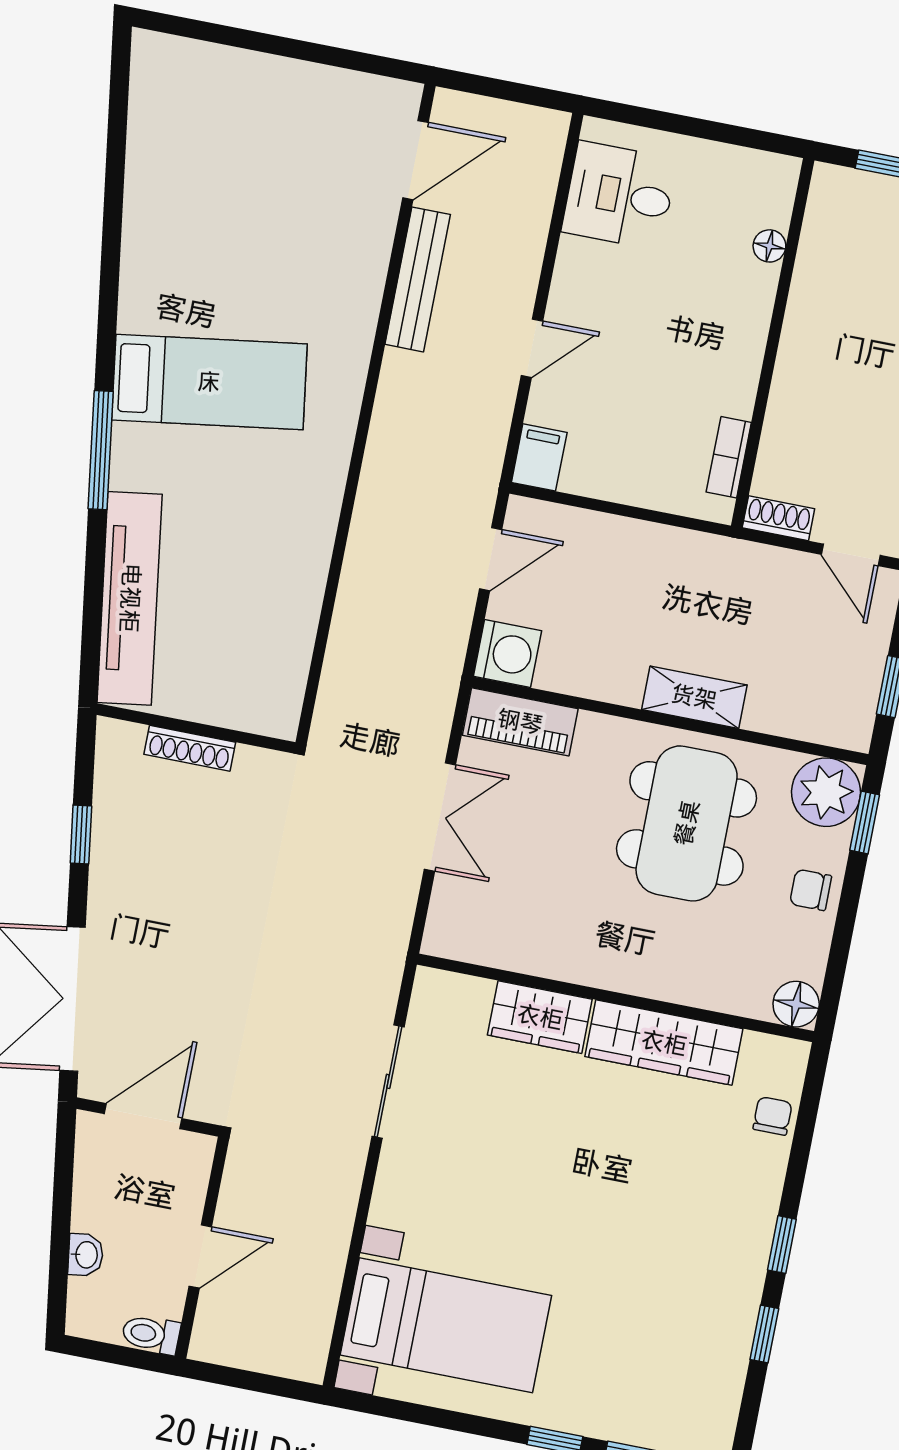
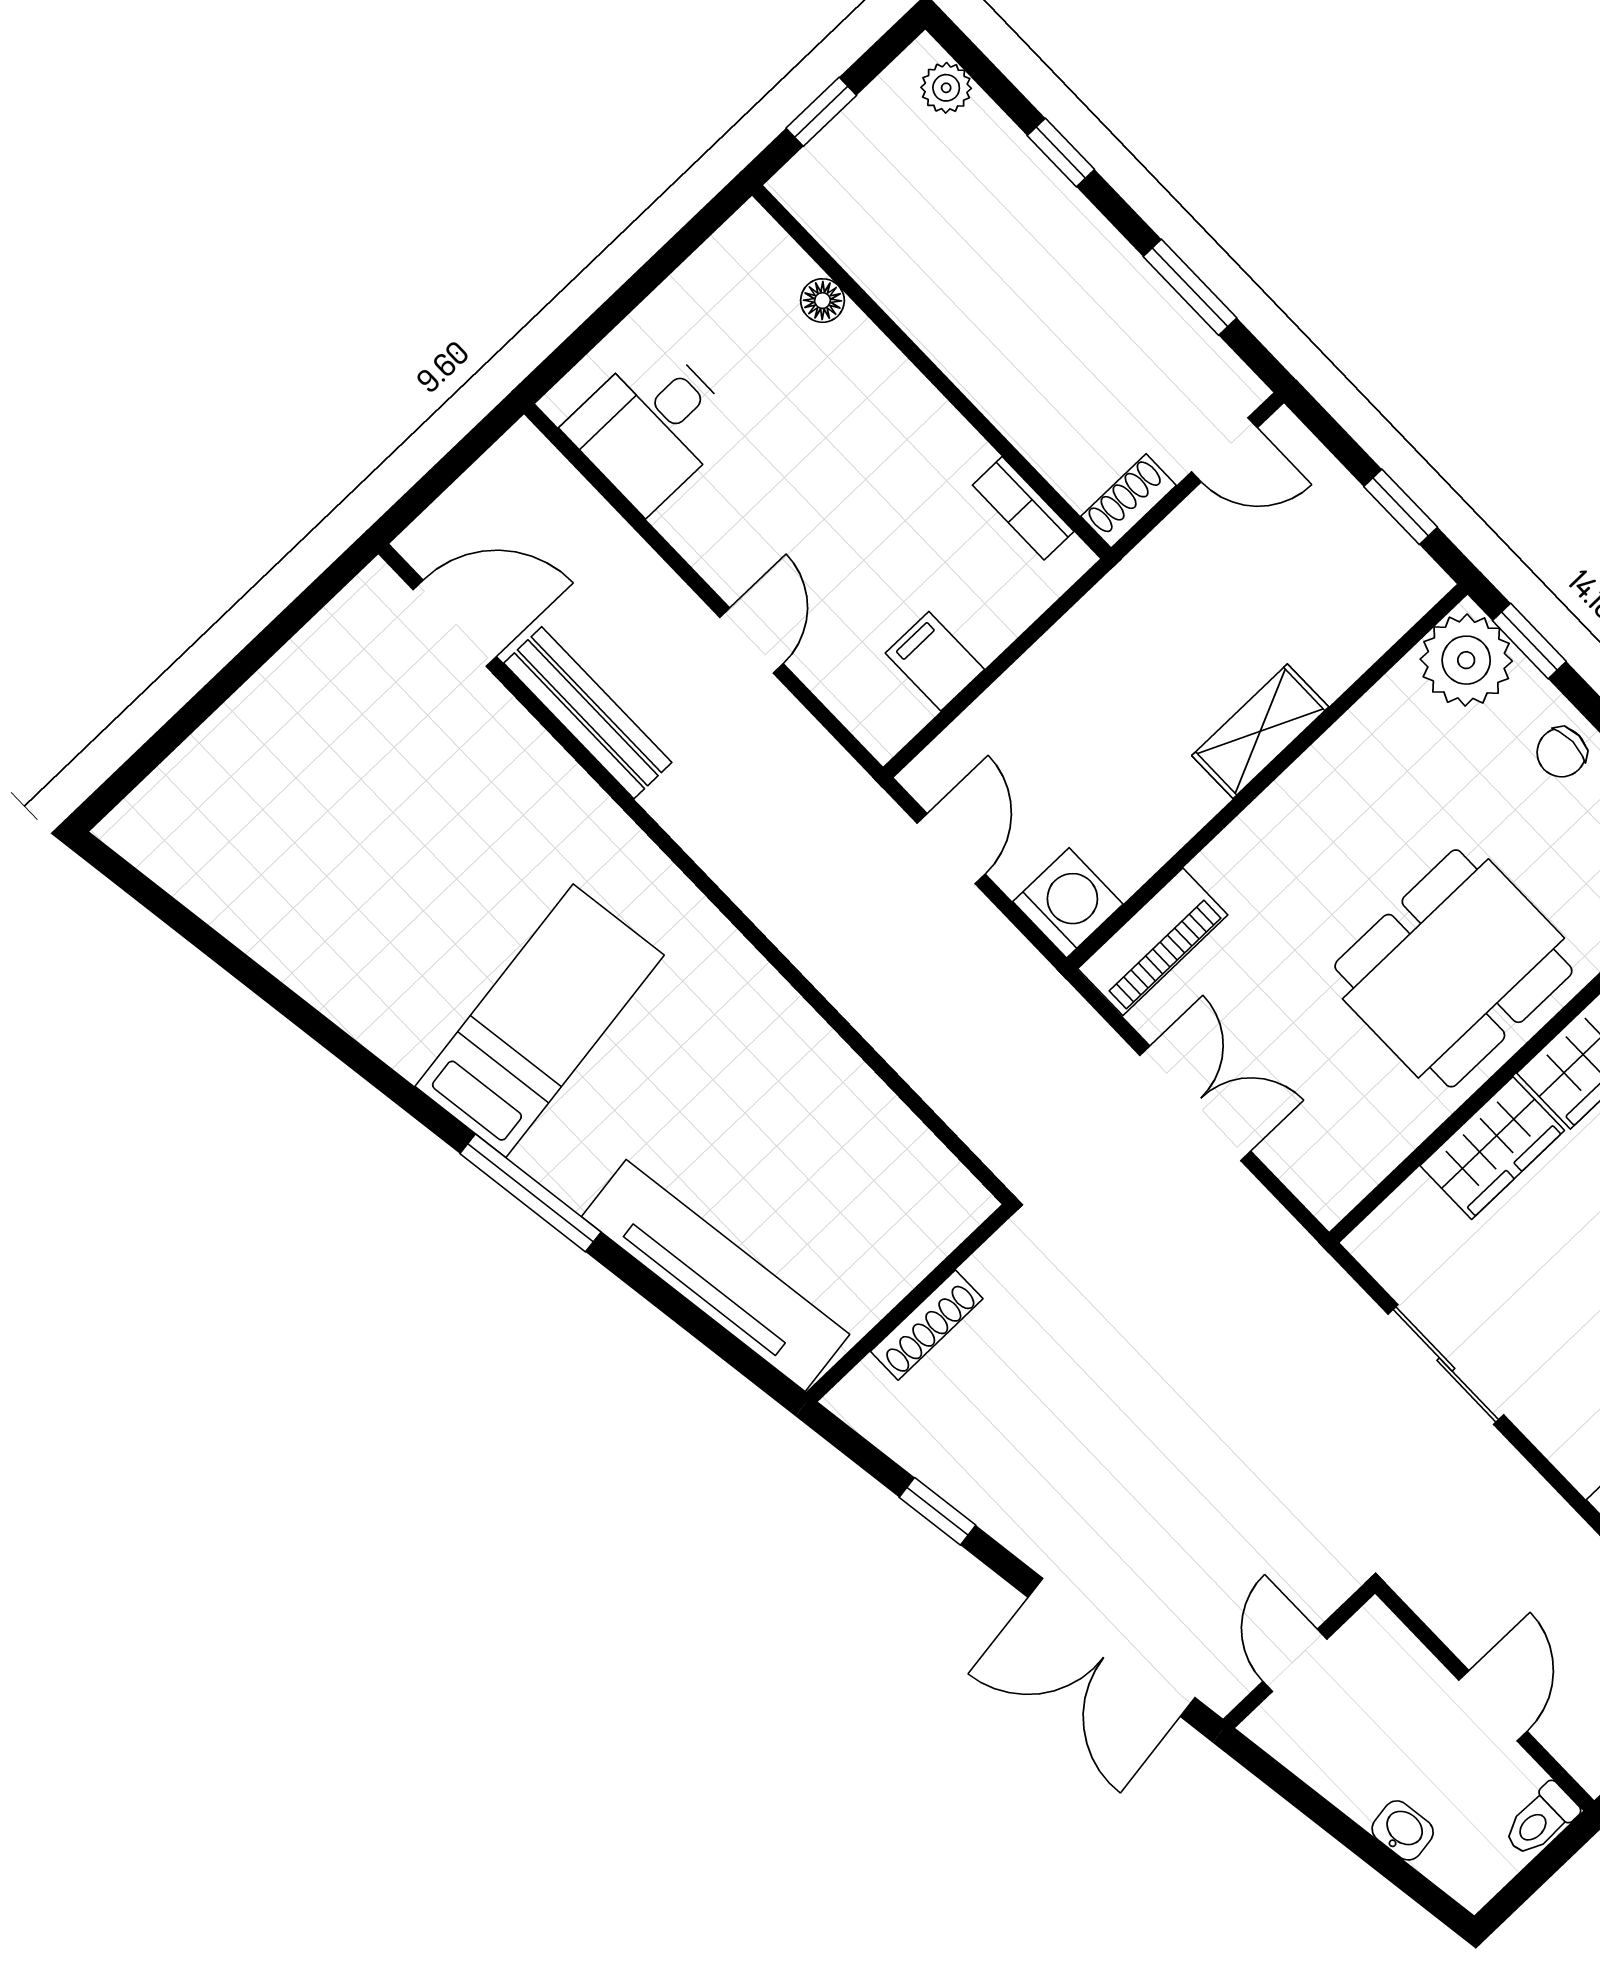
door: (415, 160) -> (455, 623), hinge flipped
filing cabinet: (539, 457) -> (935, 661), moved
dining table: (687, 823) -> (1453, 968), moved, turned 90
door: (143, 1116) -> (1295, 1660), width x0.73

